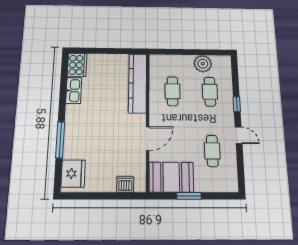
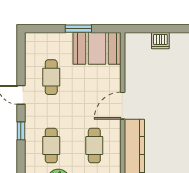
door: (148, 139) -> (123, 106), moved
dishwasher: (125, 184) -> (160, 41), moved

